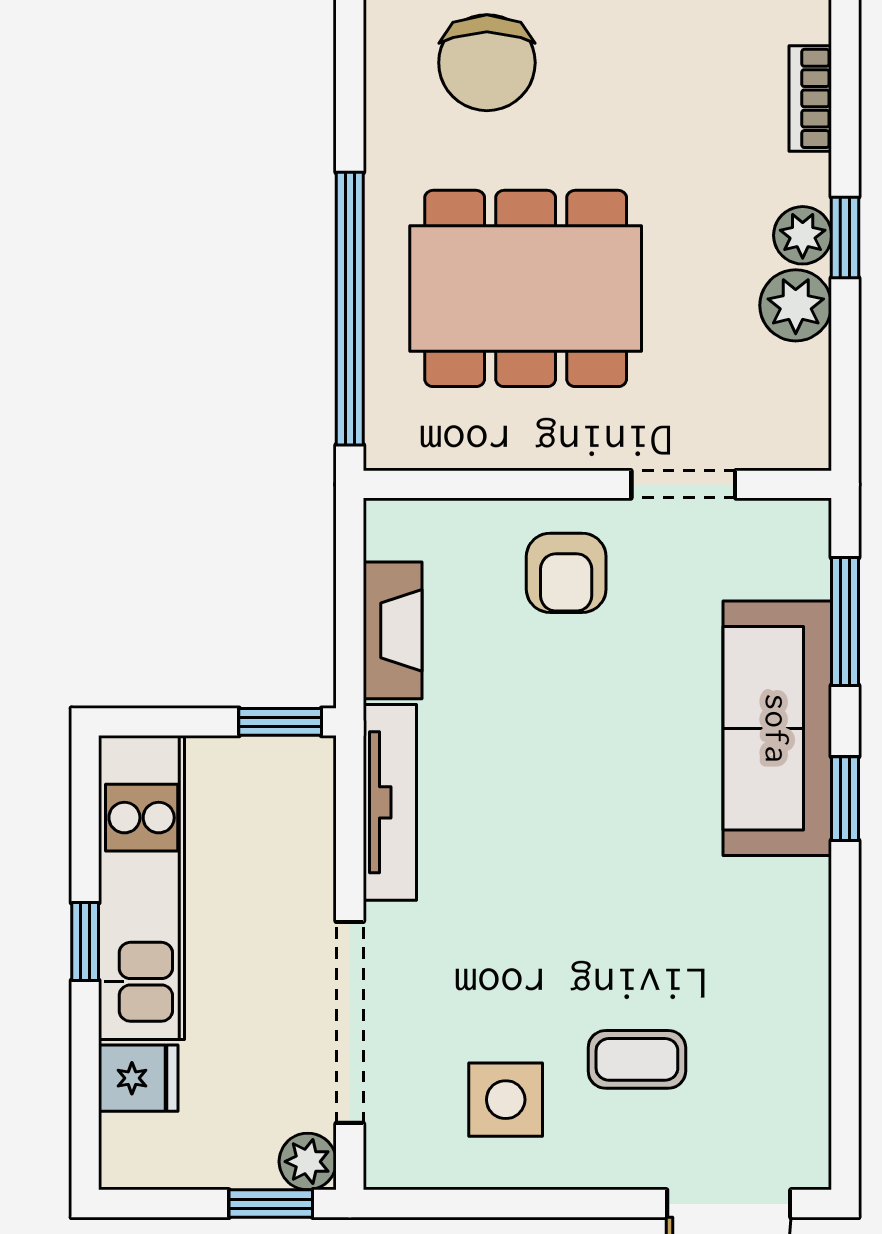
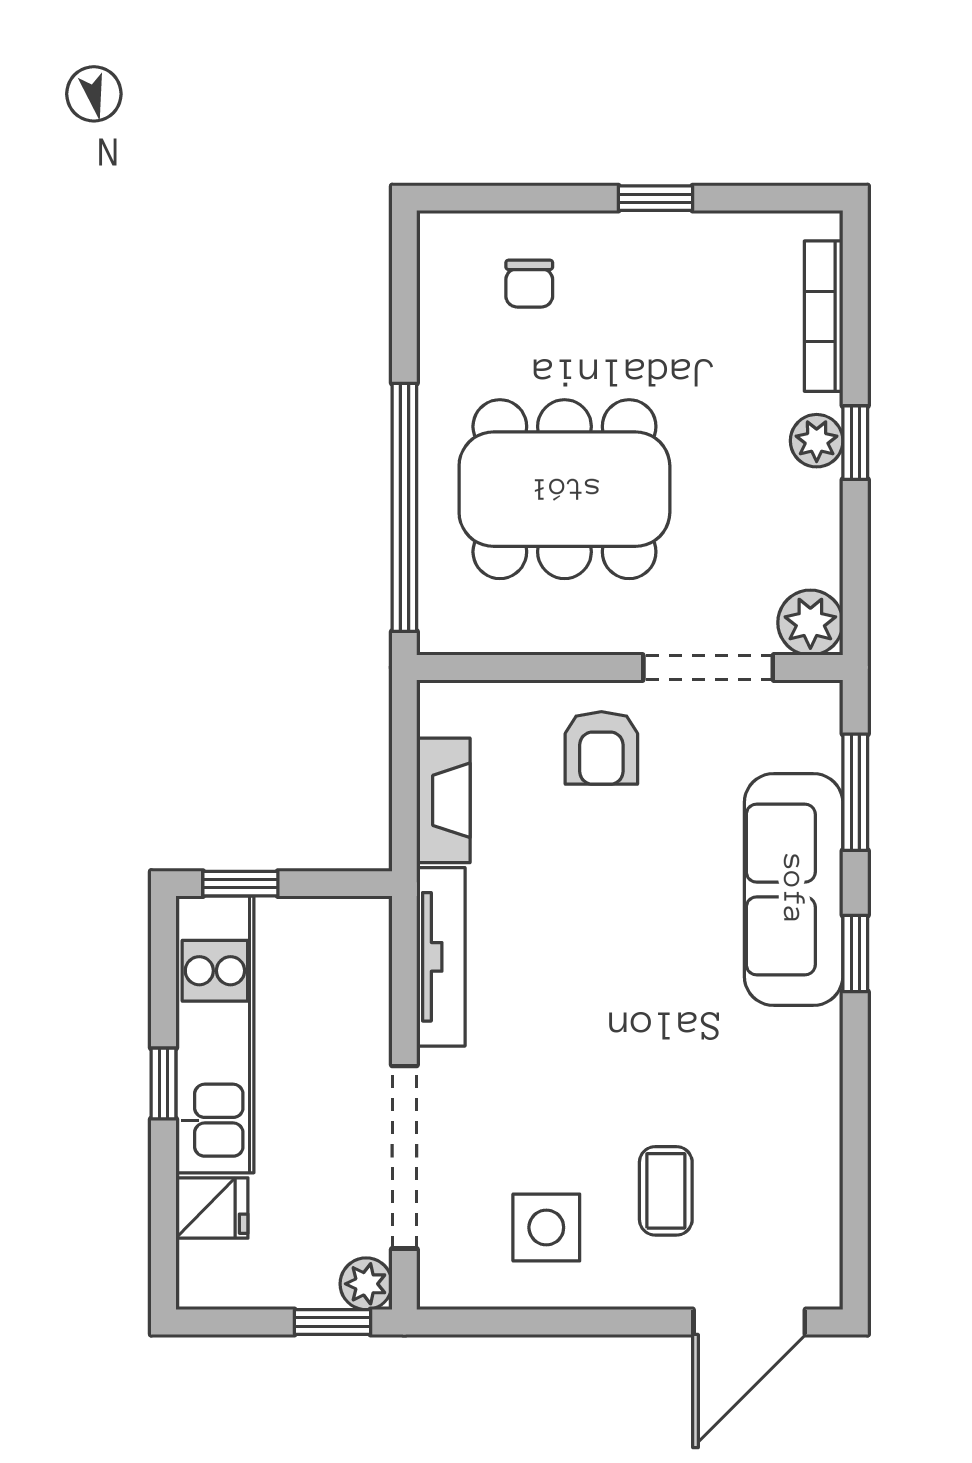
chair: (487, 63) -> (529, 284), width x0.54, depth x0.54
bookcase: (810, 98) -> (824, 316), width x1.56
plant: (796, 305) -> (810, 623), moved
doorway: (683, 484) -> (708, 667), width x1.38
window: (280, 722) -> (240, 884), moved
coffee table: (637, 1059) -> (666, 1191), turned 90

